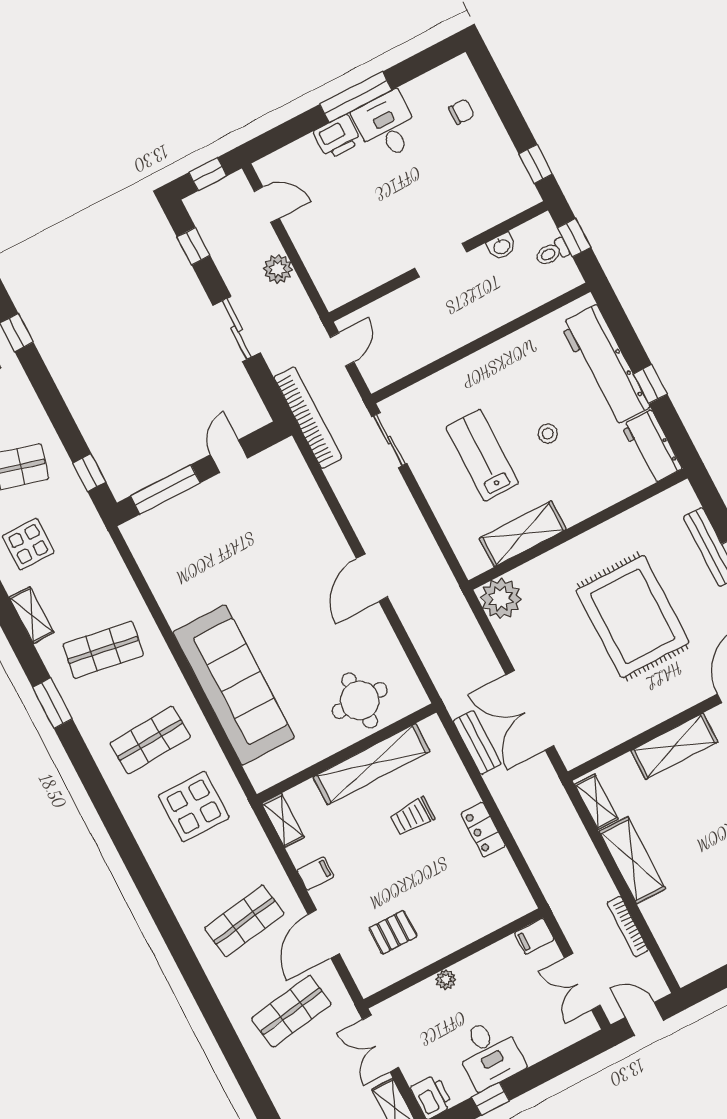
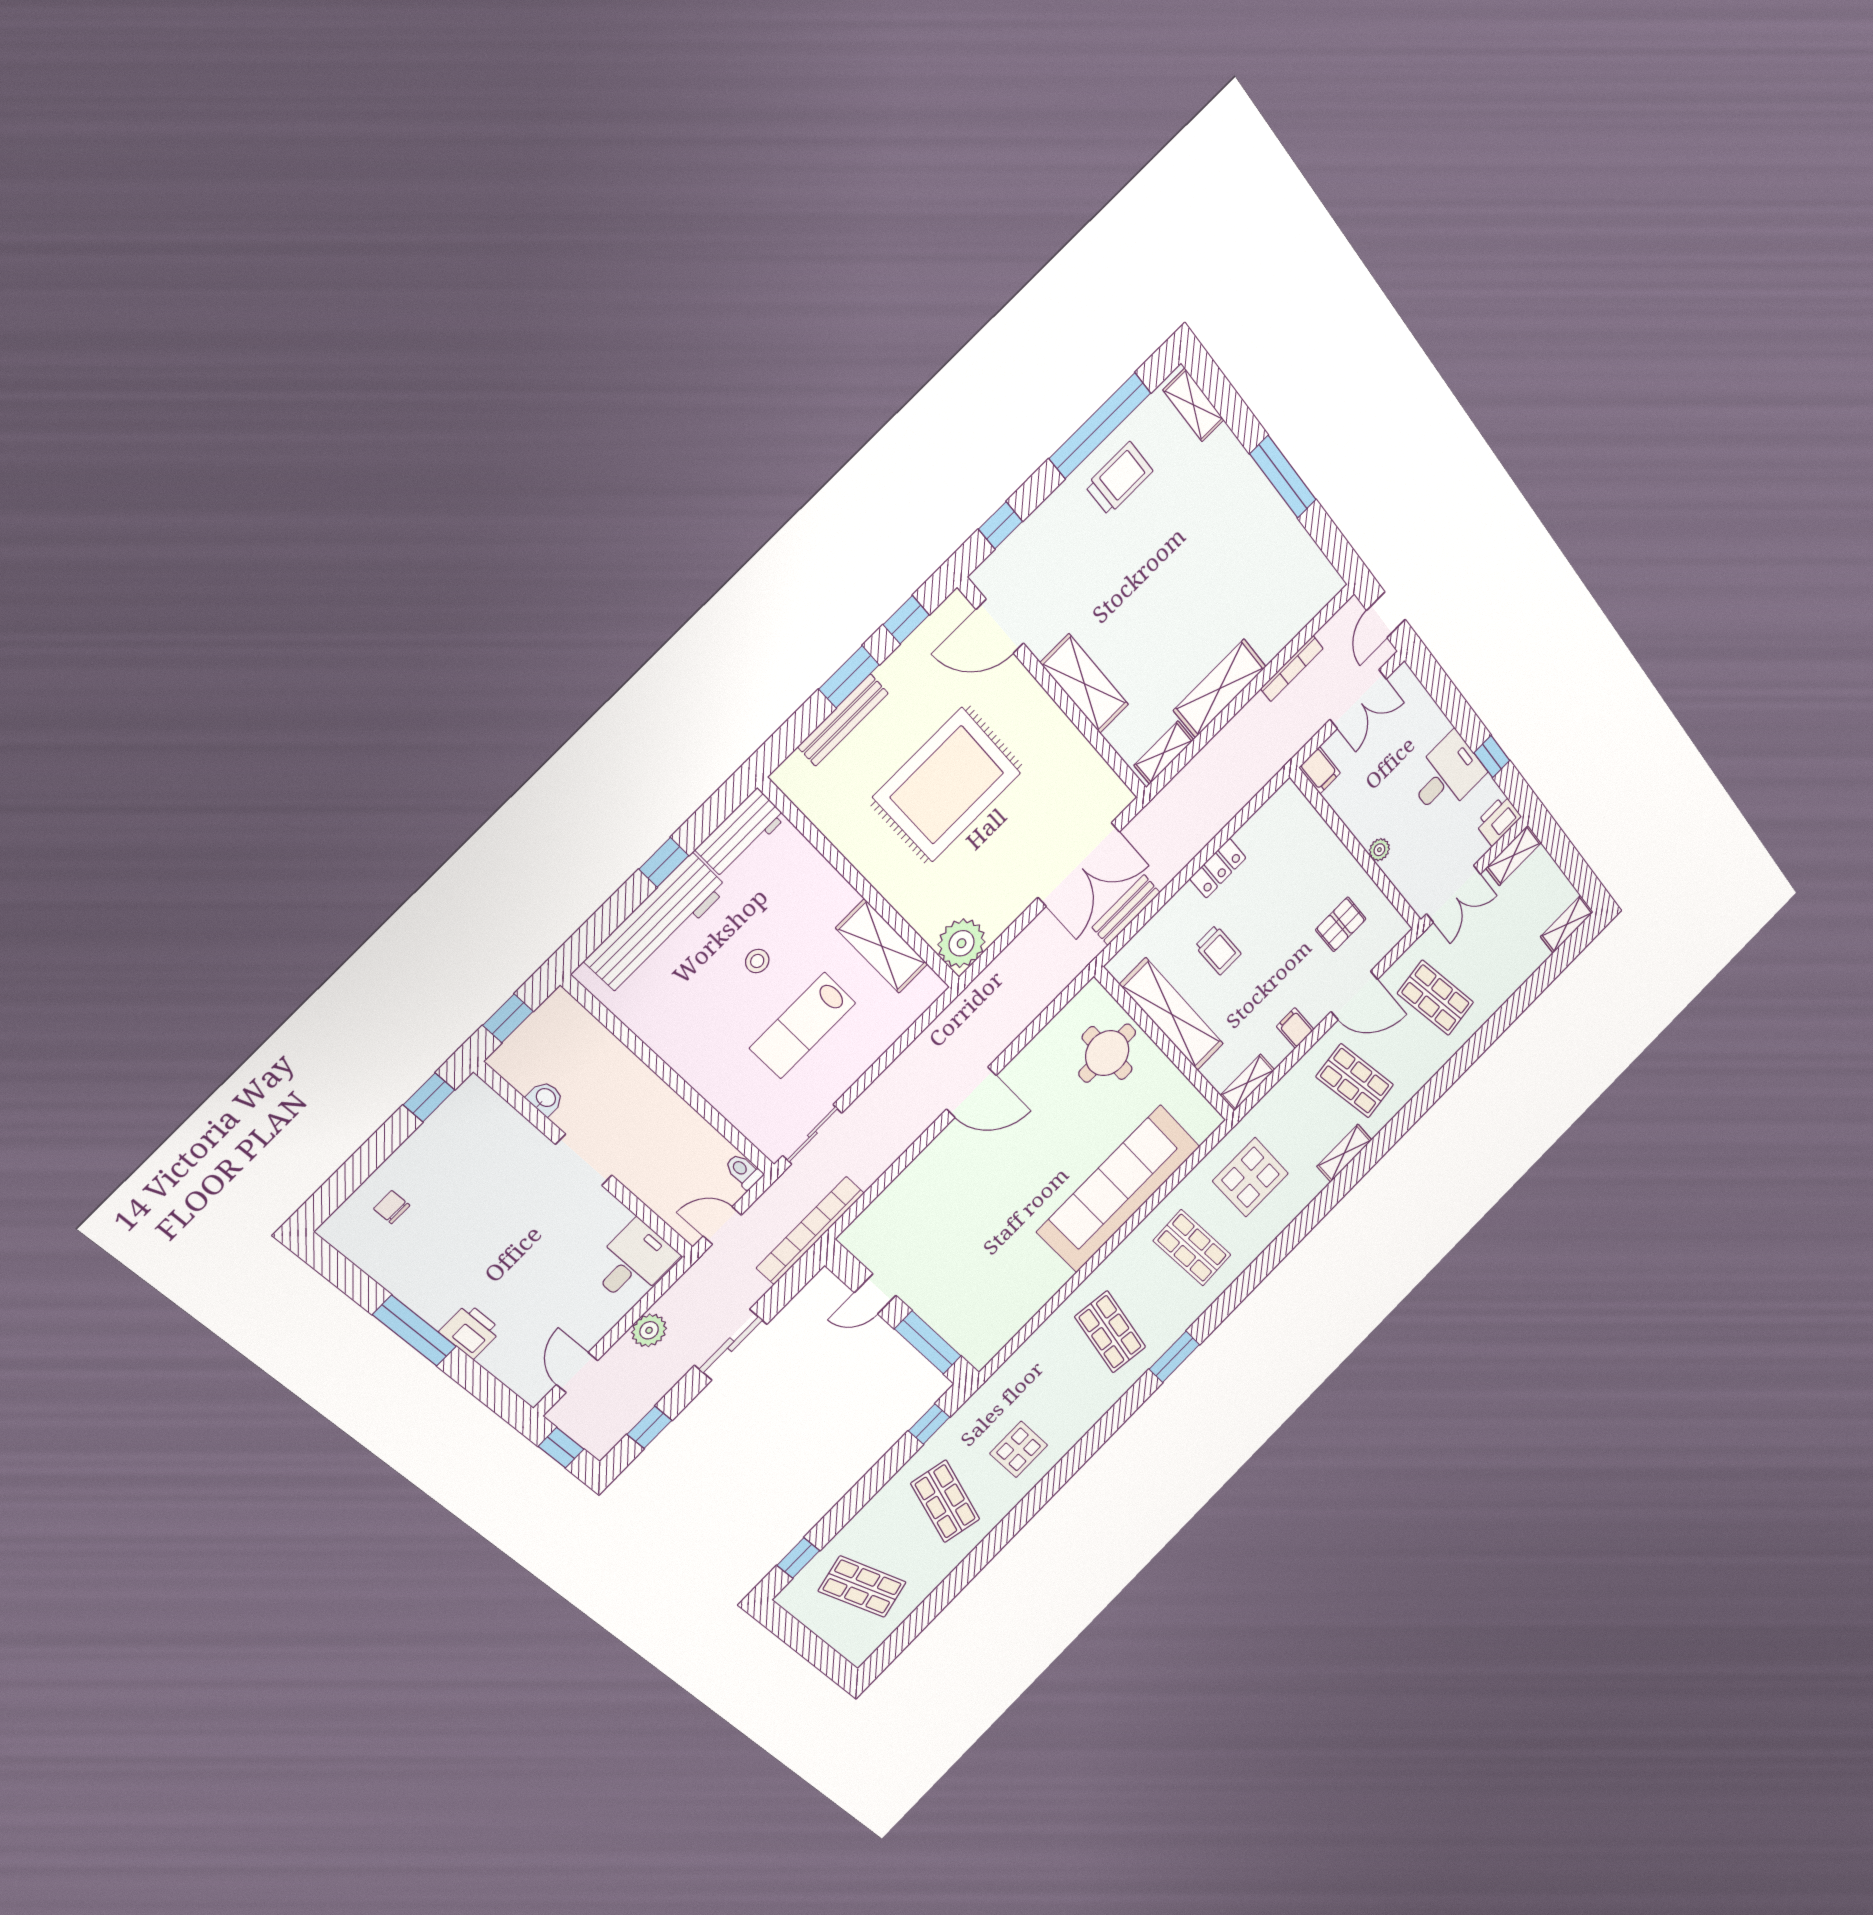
desk: (387, 126) -> (633, 1262), moved, turned 180
toilet: (552, 252) -> (743, 1171), moved, turned 180
shelving: (32, 615) -> (1344, 1153), moved
pallet: (393, 932) -> (1341, 924), turned 90

